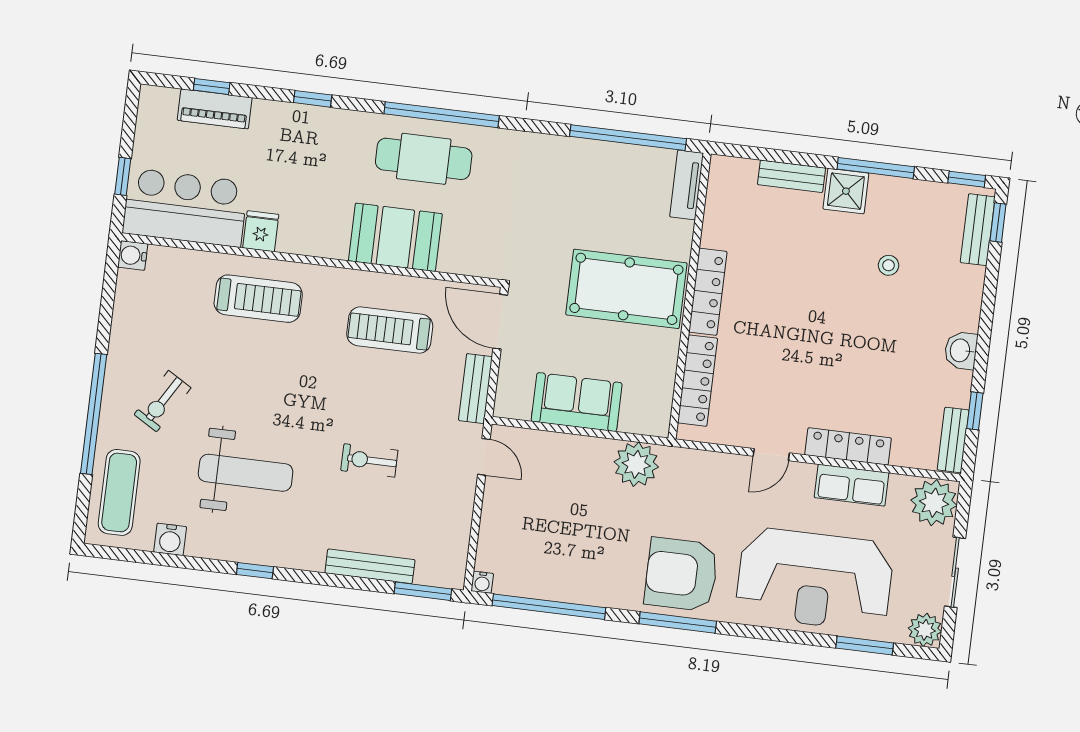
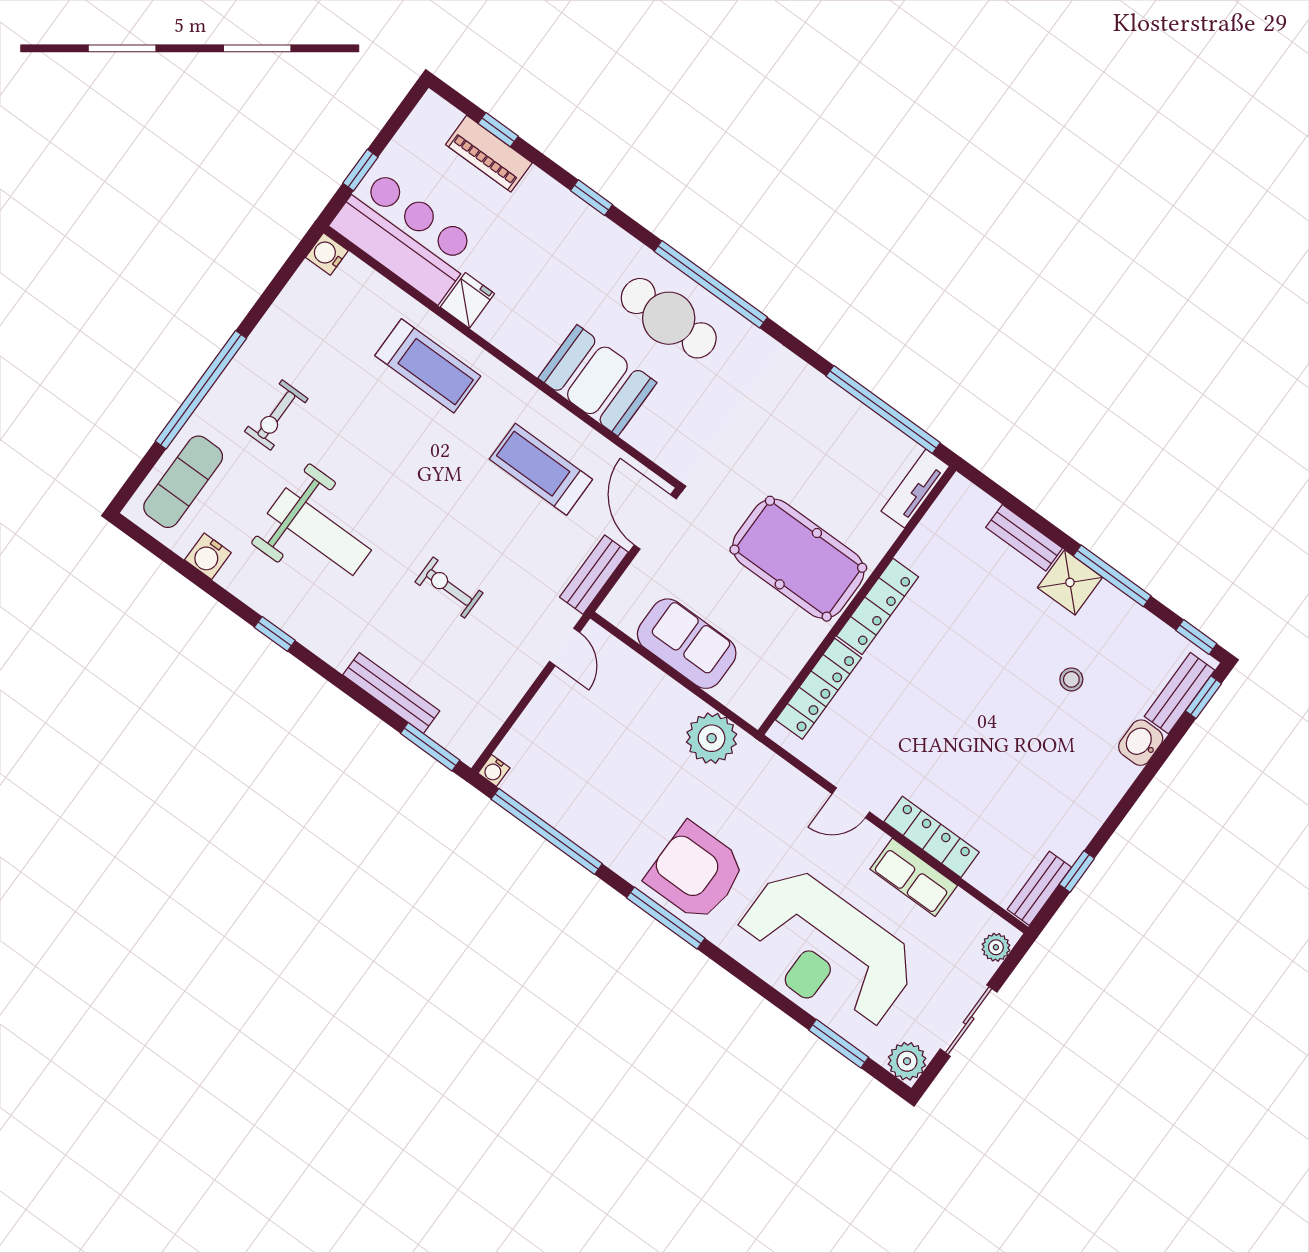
washbasin: (961, 350) -> (1141, 743), moved
exercise bike: (163, 401) -> (276, 415), turned -31
plant: (934, 503) -> (996, 947), width x0.53, depth x0.53

